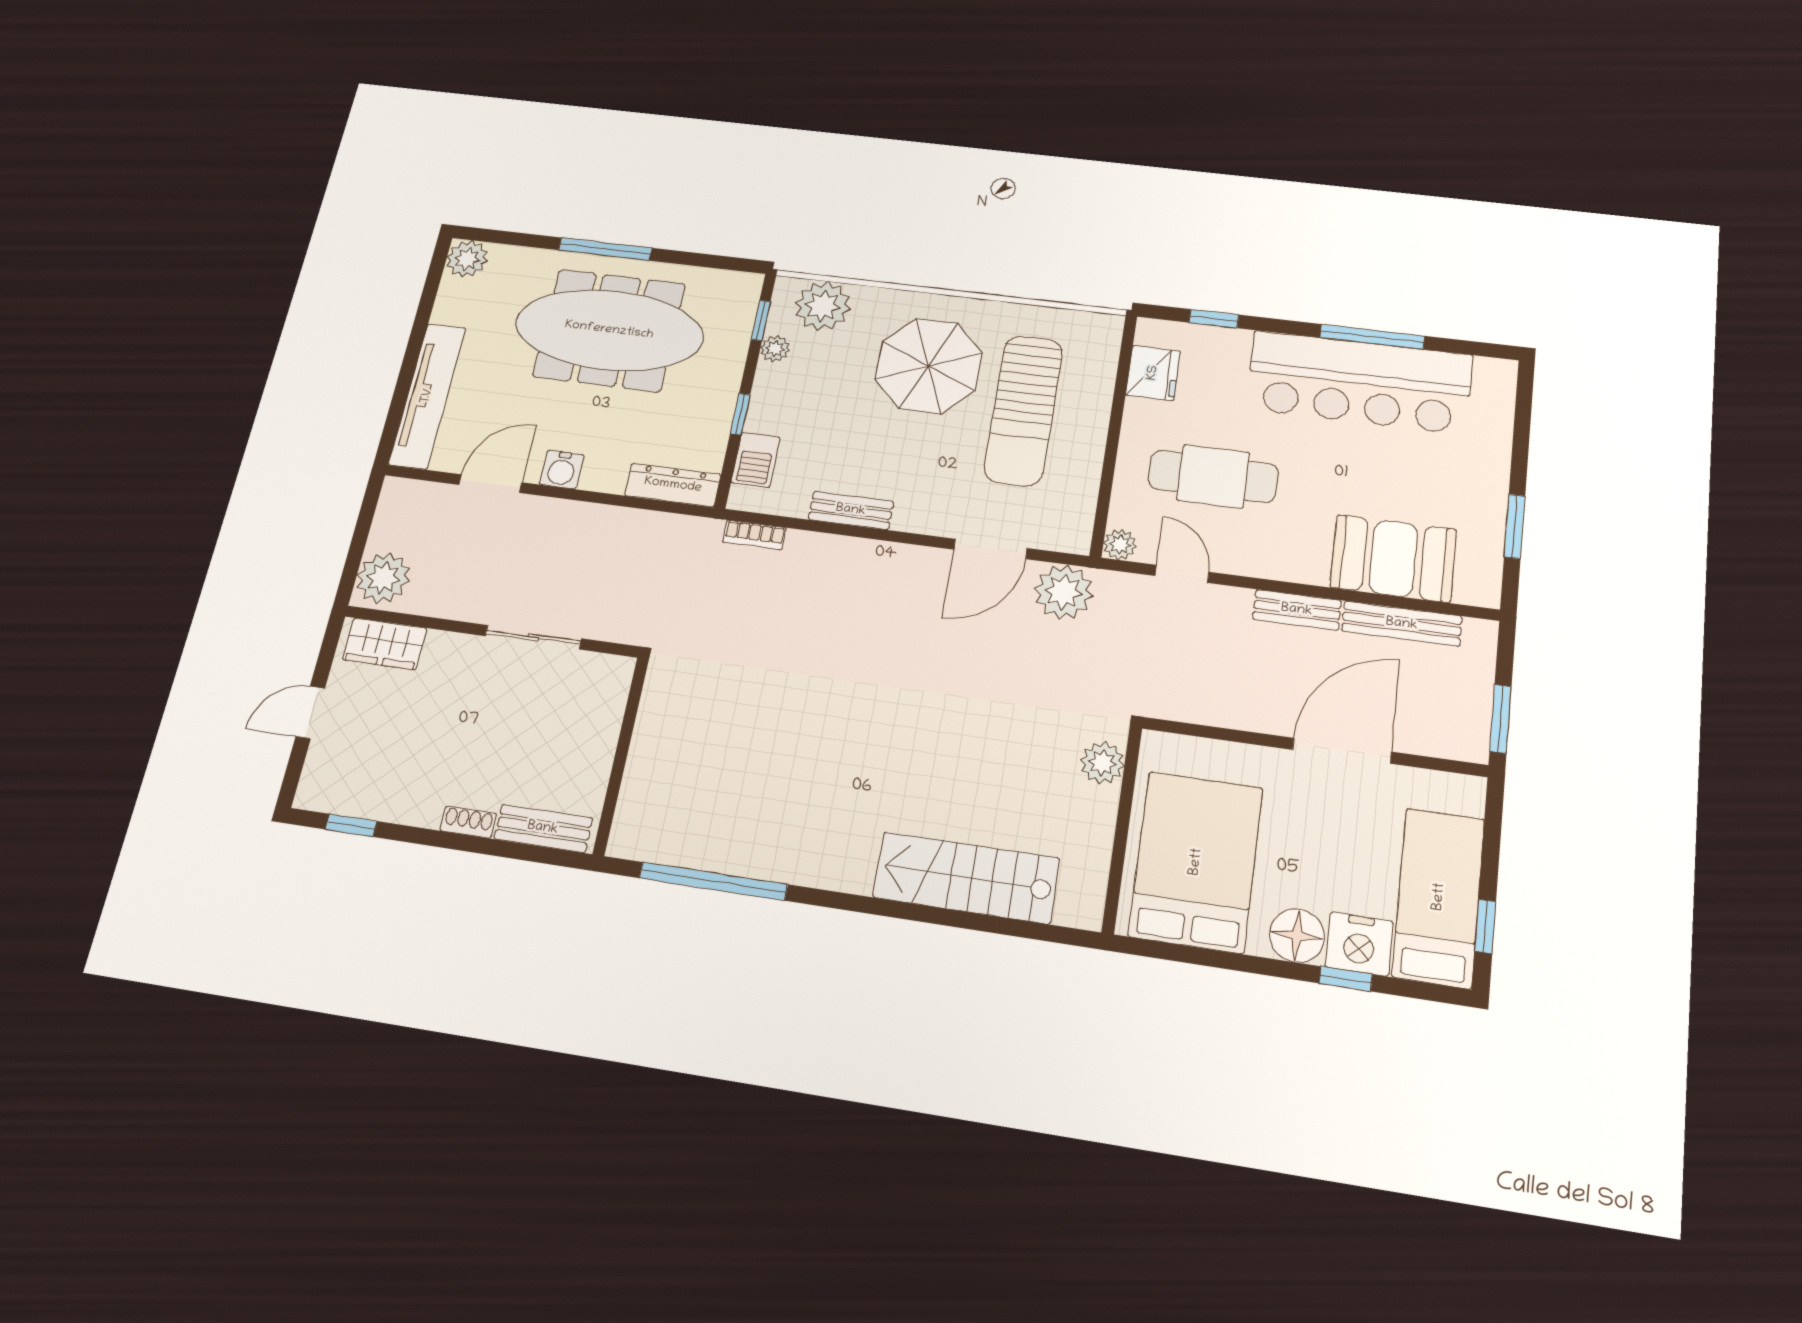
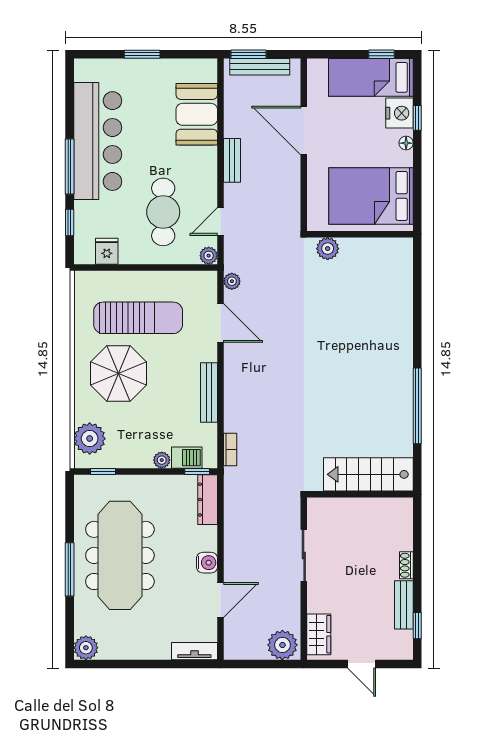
window: (1372, 337) -> (70, 167), moved
plant: (775, 349) -> (162, 460), moved
fridge: (1153, 373) -> (107, 251), width x0.72
tv unit: (427, 396) -> (194, 651), width x0.52, depth x0.78
window: (740, 414) -> (197, 471), moved
door: (490, 484) -> (221, 600), swing flipped
bench: (851, 510) -> (209, 393), width x1.36
window: (1515, 526) -> (142, 54), moved
plant: (1064, 592) -> (232, 281), width x0.53, depth x0.53
bench: (1402, 624) -> (260, 67), moved, turned 90
window: (1500, 719) -> (249, 54), moved
bench: (543, 828) -> (404, 605), moved
stairs: (966, 878) -> (368, 474), moved, turned 90
window: (713, 881) -> (417, 406), moved
floor lamp: (1297, 936) -> (406, 143), width x0.53, depth x0.53

